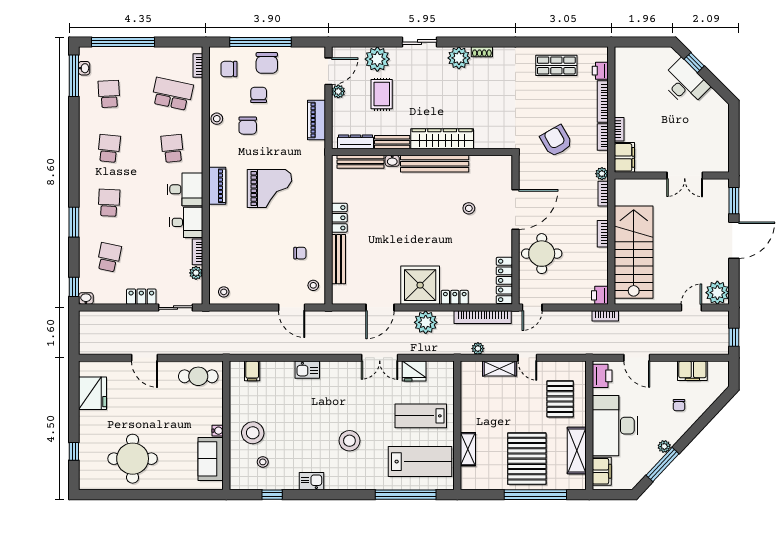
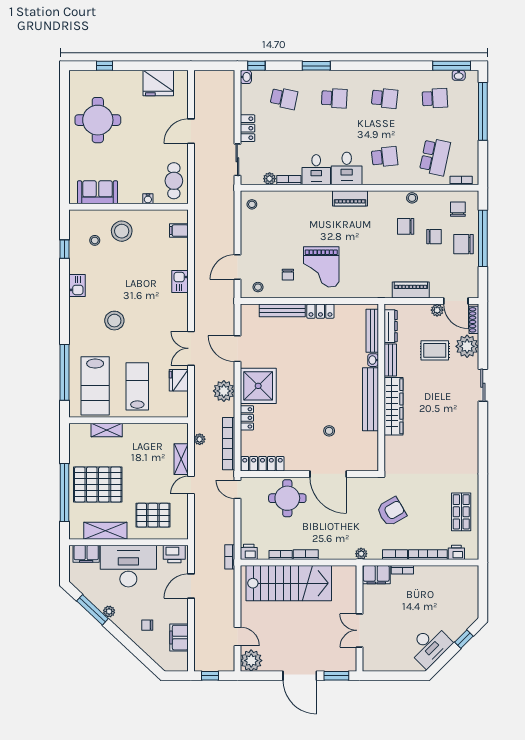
shoe rack: (482, 52) -> (474, 320), moved, width x1.43
plant: (459, 58) -> (468, 422), removed
desk: (685, 83) -> (430, 646), moved
grand piano: (269, 189) -> (321, 267), moved
bookcase: (603, 194) -> (281, 555), moved
water cooler: (218, 431) -> (148, 199), moved

